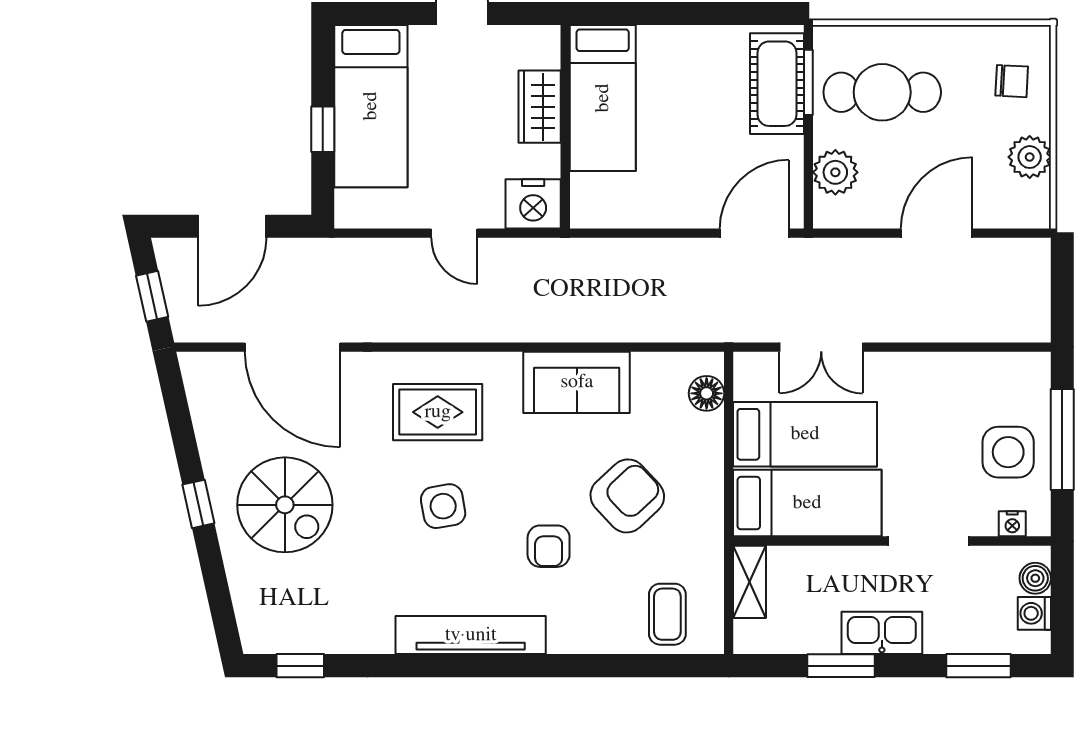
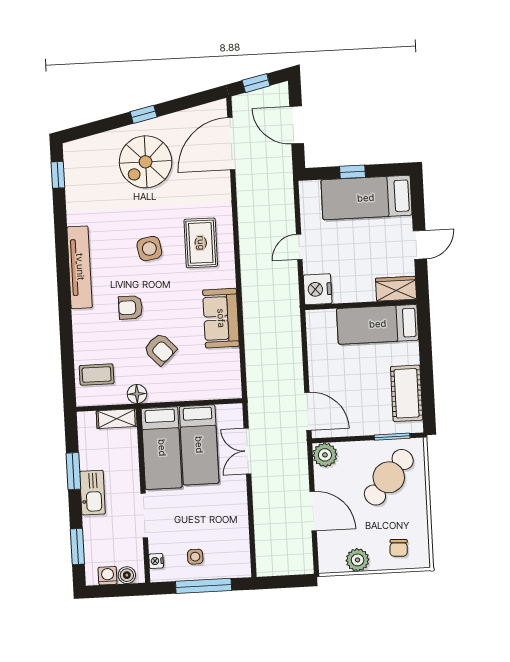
cot: (777, 84) -> (407, 393), moved, turned 90
cafe table: (882, 92) -> (389, 477), turned 41
wardrobe: (540, 107) -> (396, 289), moved
plant: (835, 172) -> (325, 455), moved
door: (292, 347) -> (231, 144), moved
floor lamp: (707, 393) -> (137, 394), moved
side table: (1008, 452) -> (195, 557), width x0.54, depth x0.54
armchair: (627, 496) -> (160, 349), width x0.72, depth x0.72

